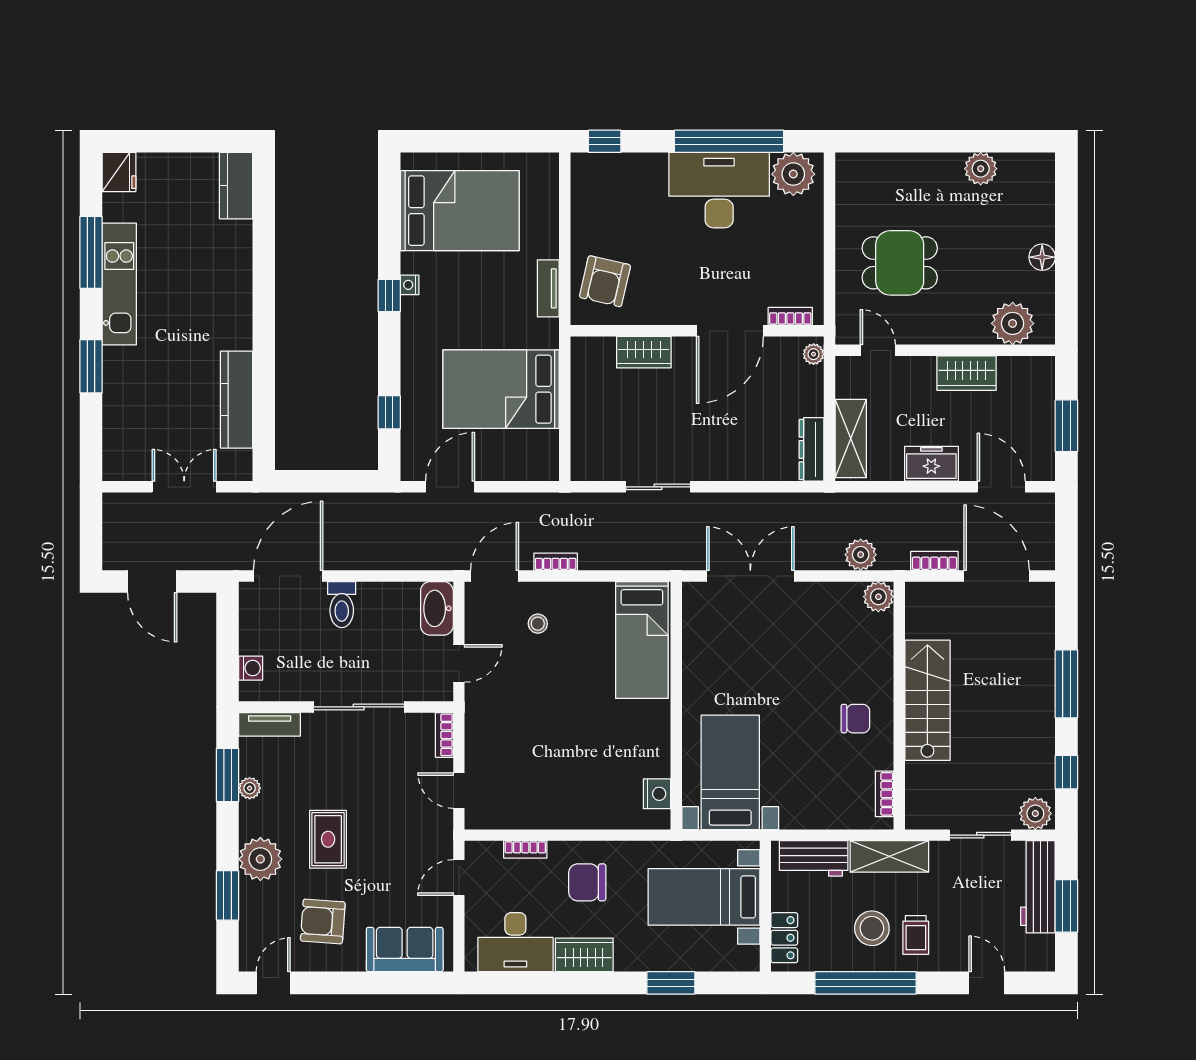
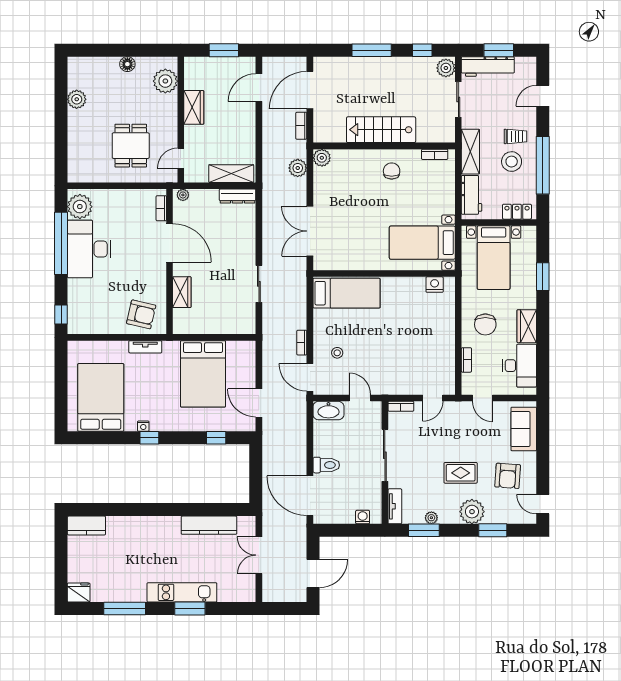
kitchen unit: (119, 284) -> (182, 592), moved
freezer: (931, 464) -> (246, 127), removed

